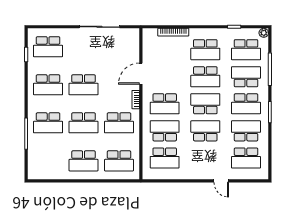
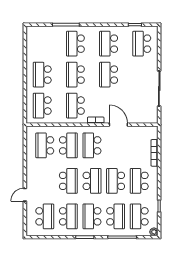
school desk: (246, 158) -> (45, 216), turned 180

